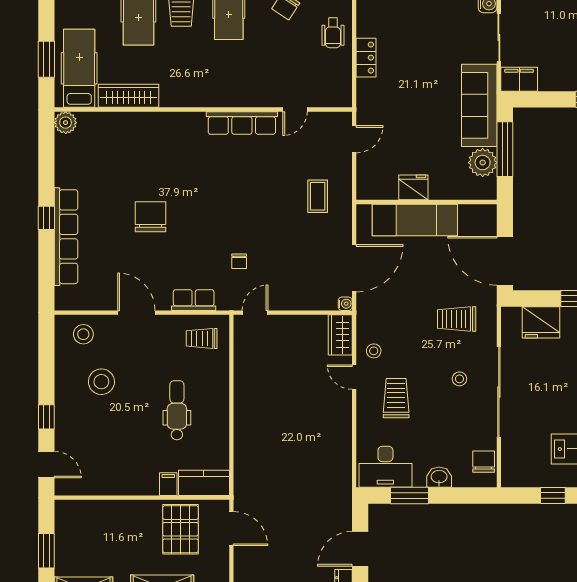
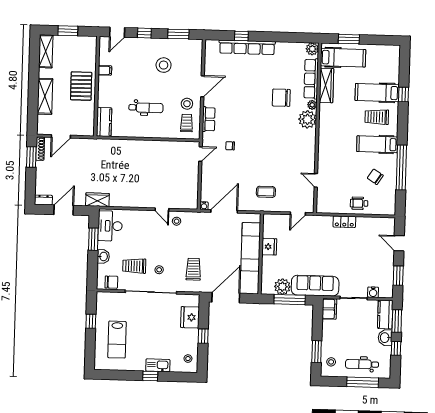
plant: (163, 120) -> (312, 105), added
row of seats: (242, 123) -> (311, 79), moved
plant: (189, 127) -> (307, 119), added
door: (354, 139) -> (298, 214), hinge flipped
chair: (151, 217) -> (281, 98), moved, turned 180
window: (46, 218) -> (241, 36), moved
door: (354, 268) -> (224, 211), swing flipped
door: (255, 313) -> (200, 154), hinge flipped
stool: (83, 334) -> (187, 104), moved
wardrobe: (340, 335) -> (97, 200), moved
window: (46, 357) -> (178, 34), added
door: (354, 377) -> (162, 210), swing flipped
trolley: (396, 398) -> (134, 266), moved, turned 180
filing cabinet: (168, 484) -> (105, 70), moved
pallet: (180, 529) -> (81, 86), moved, turned 90
door: (231, 529) -> (61, 136), moved
door: (360, 549) -> (64, 210), hinge flipped

